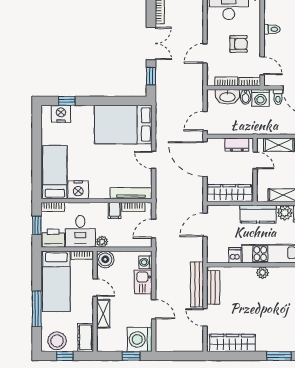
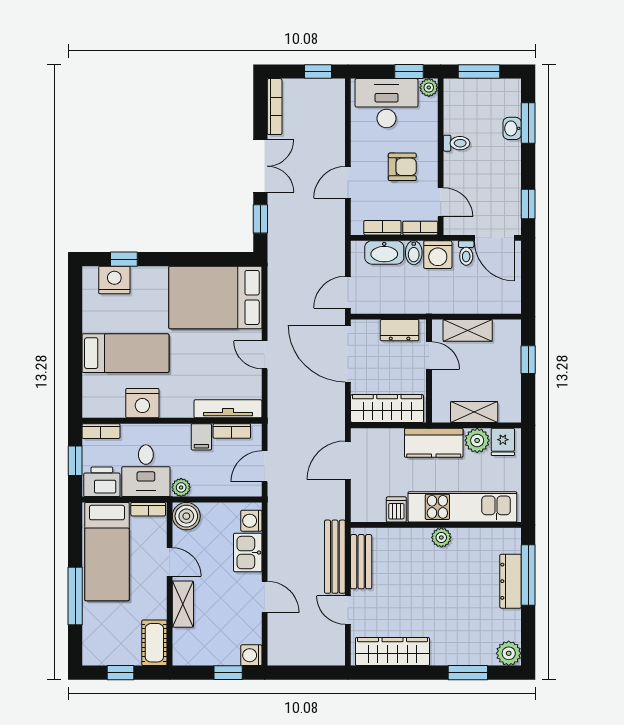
bed: (55, 172) -> (125, 353), moved, turned 90
washing machine: (140, 339) -> (251, 655), width x0.53, depth x0.53
stool: (57, 341) -> (108, 648), removed

